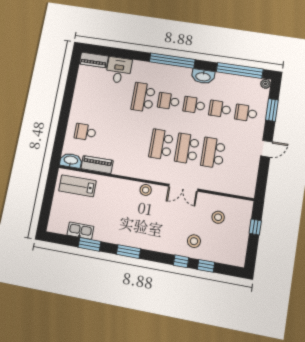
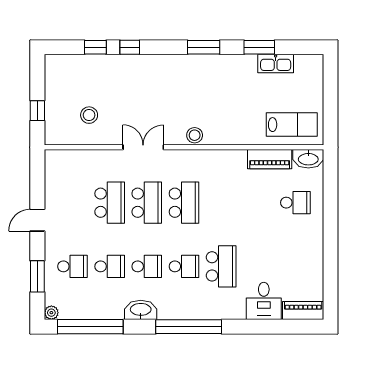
stool: (194, 241) -> (117, 77), removed

